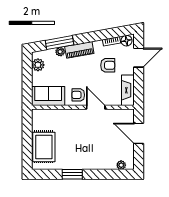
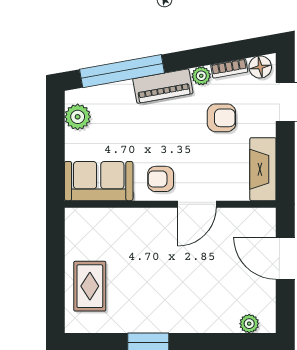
window: (59, 43) -> (122, 71), width x1.46
plant: (60, 52) -> (201, 76), moved
door: (96, 107) -> (197, 204), swing flipped
rug: (44, 147) -> (90, 286), width x0.73, depth x0.70

